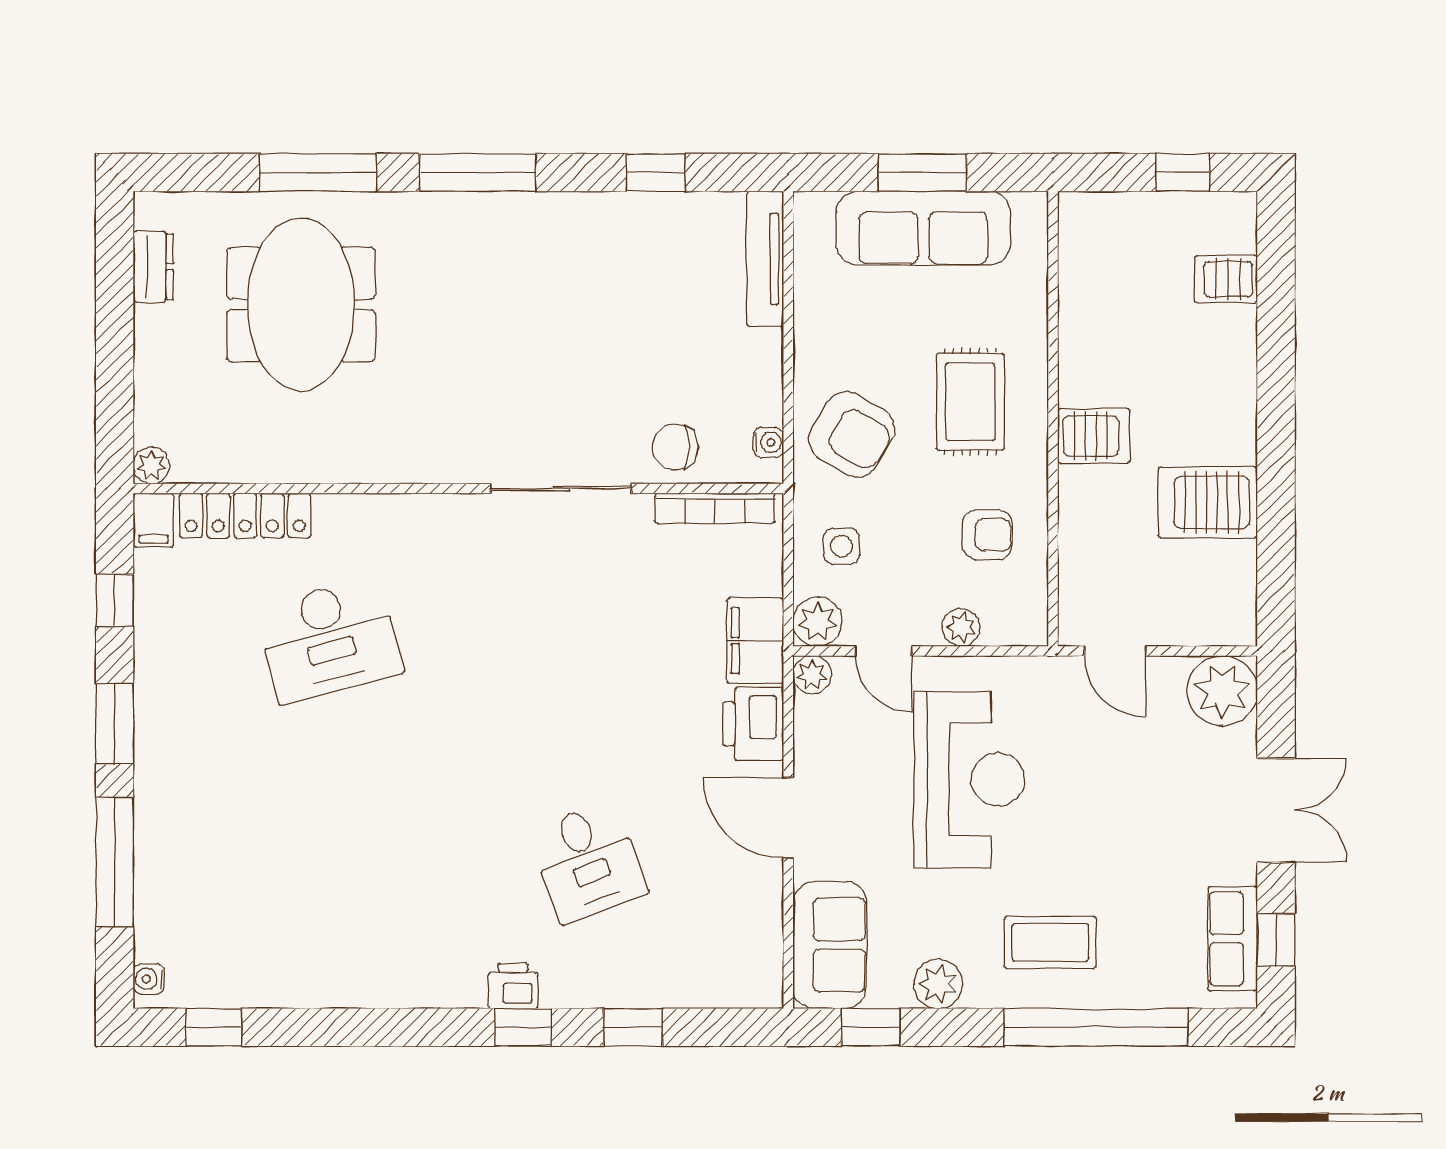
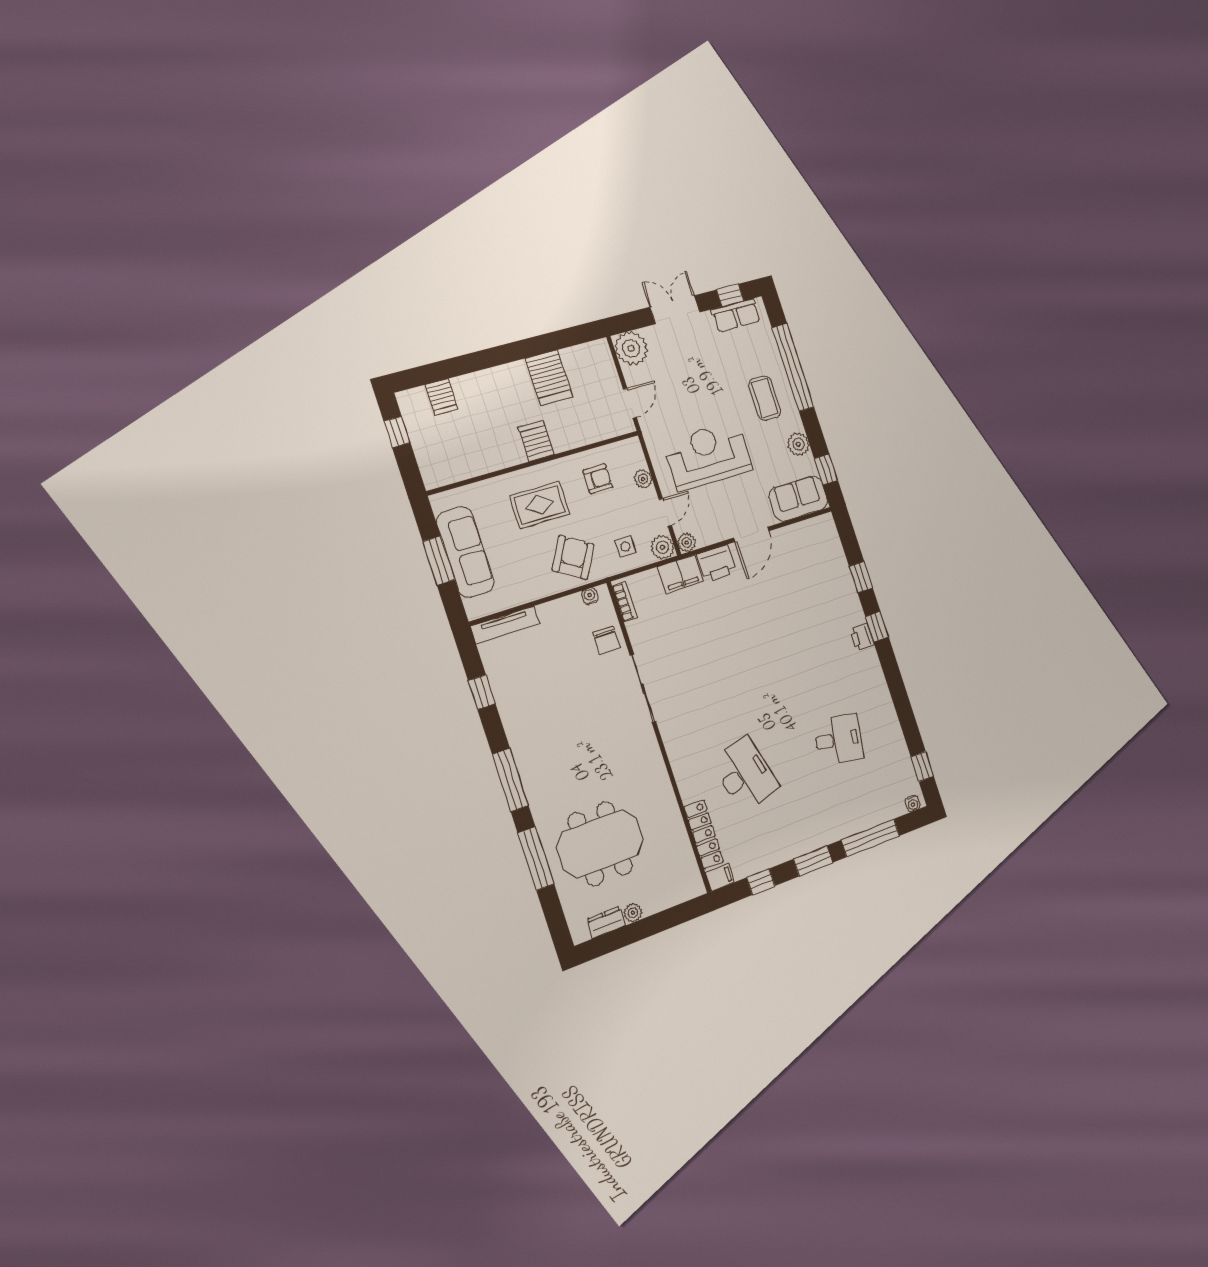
plant: (152, 466) -> (633, 913), moved
bookcase: (715, 508) -> (625, 602), width x0.64
armchair: (987, 535) -> (598, 479), turned 90
desk: (588, 862) -> (838, 739), moved, turned 30

